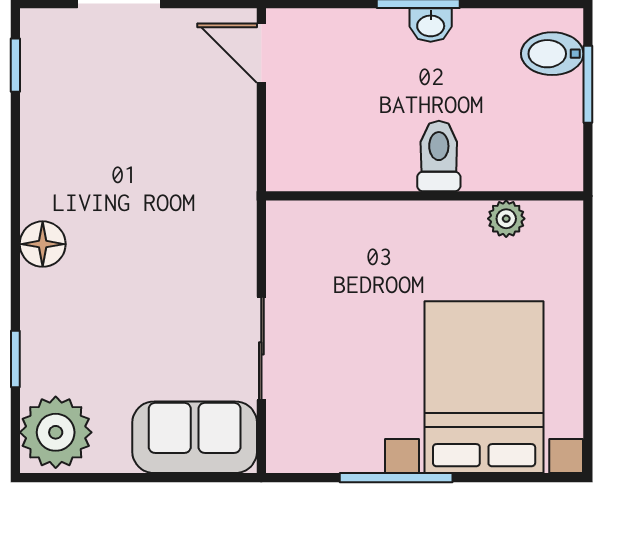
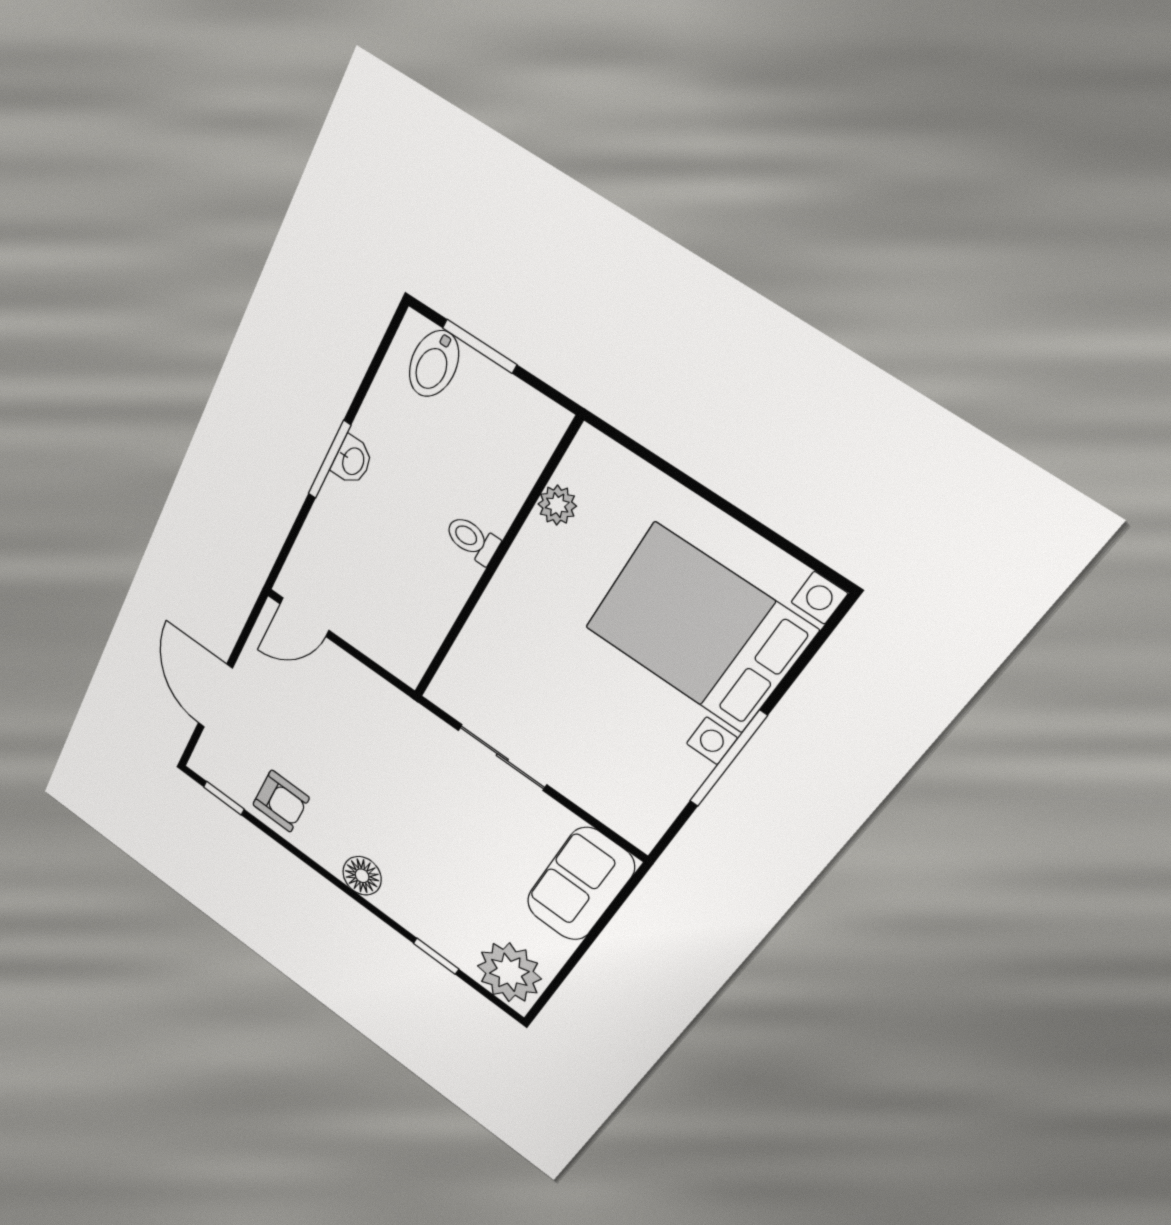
armchair: (58, 124) -> (281, 801), added
toilet: (439, 156) -> (472, 539), width x0.73, depth x0.72
sliding door: (261, 348) -> (502, 757), moved

